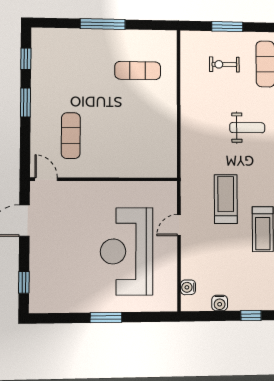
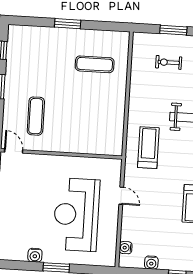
window: (103, 24) -> (68, 24), width x0.69
treadmill: (226, 199) -> (148, 148), moved
door: (179, 225) -> (121, 196), swing flipped
water cooler: (79, 304) -> (35, 255), added

